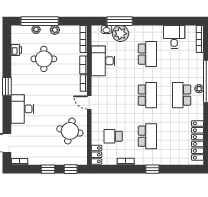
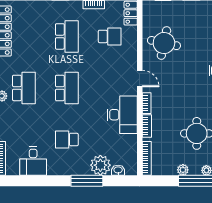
window: (120, 21) -> (87, 181), moved
school desk: (147, 54) -> (67, 139), width x0.54
desk: (103, 61) -> (122, 115), moved
school desk: (147, 95) -> (67, 88), turned 180
school desk: (147, 136) -> (67, 36), turned 180

